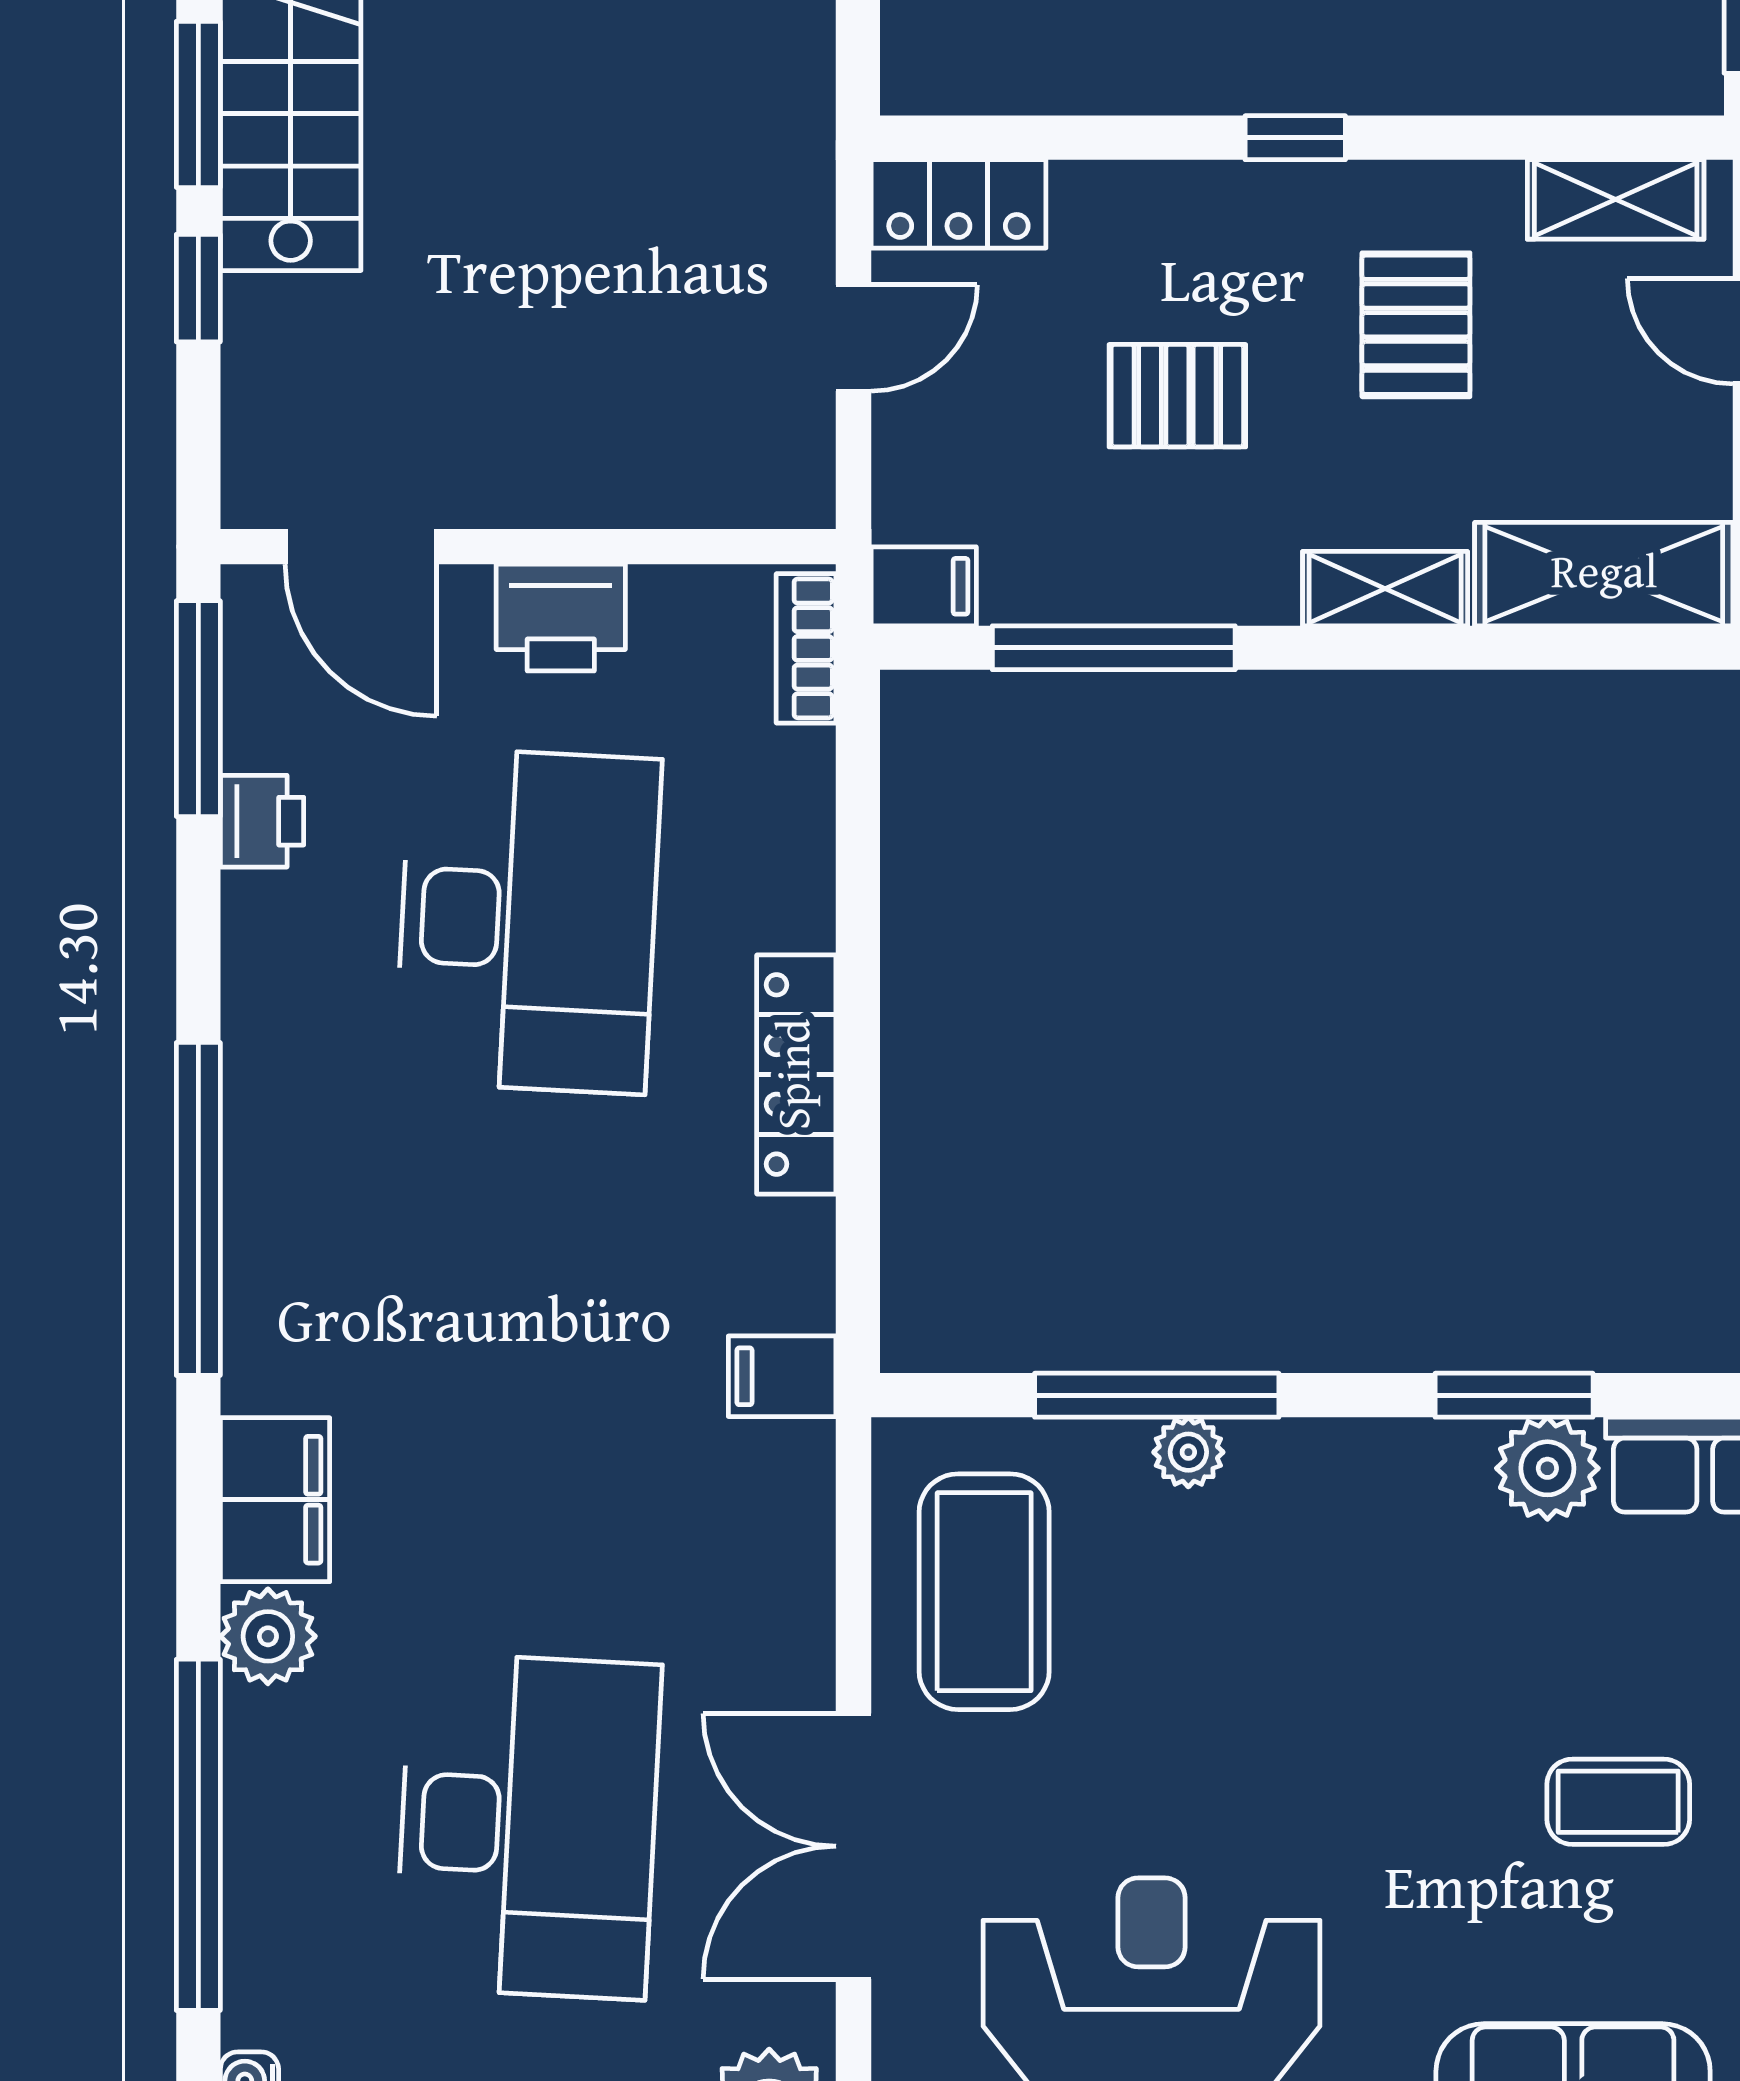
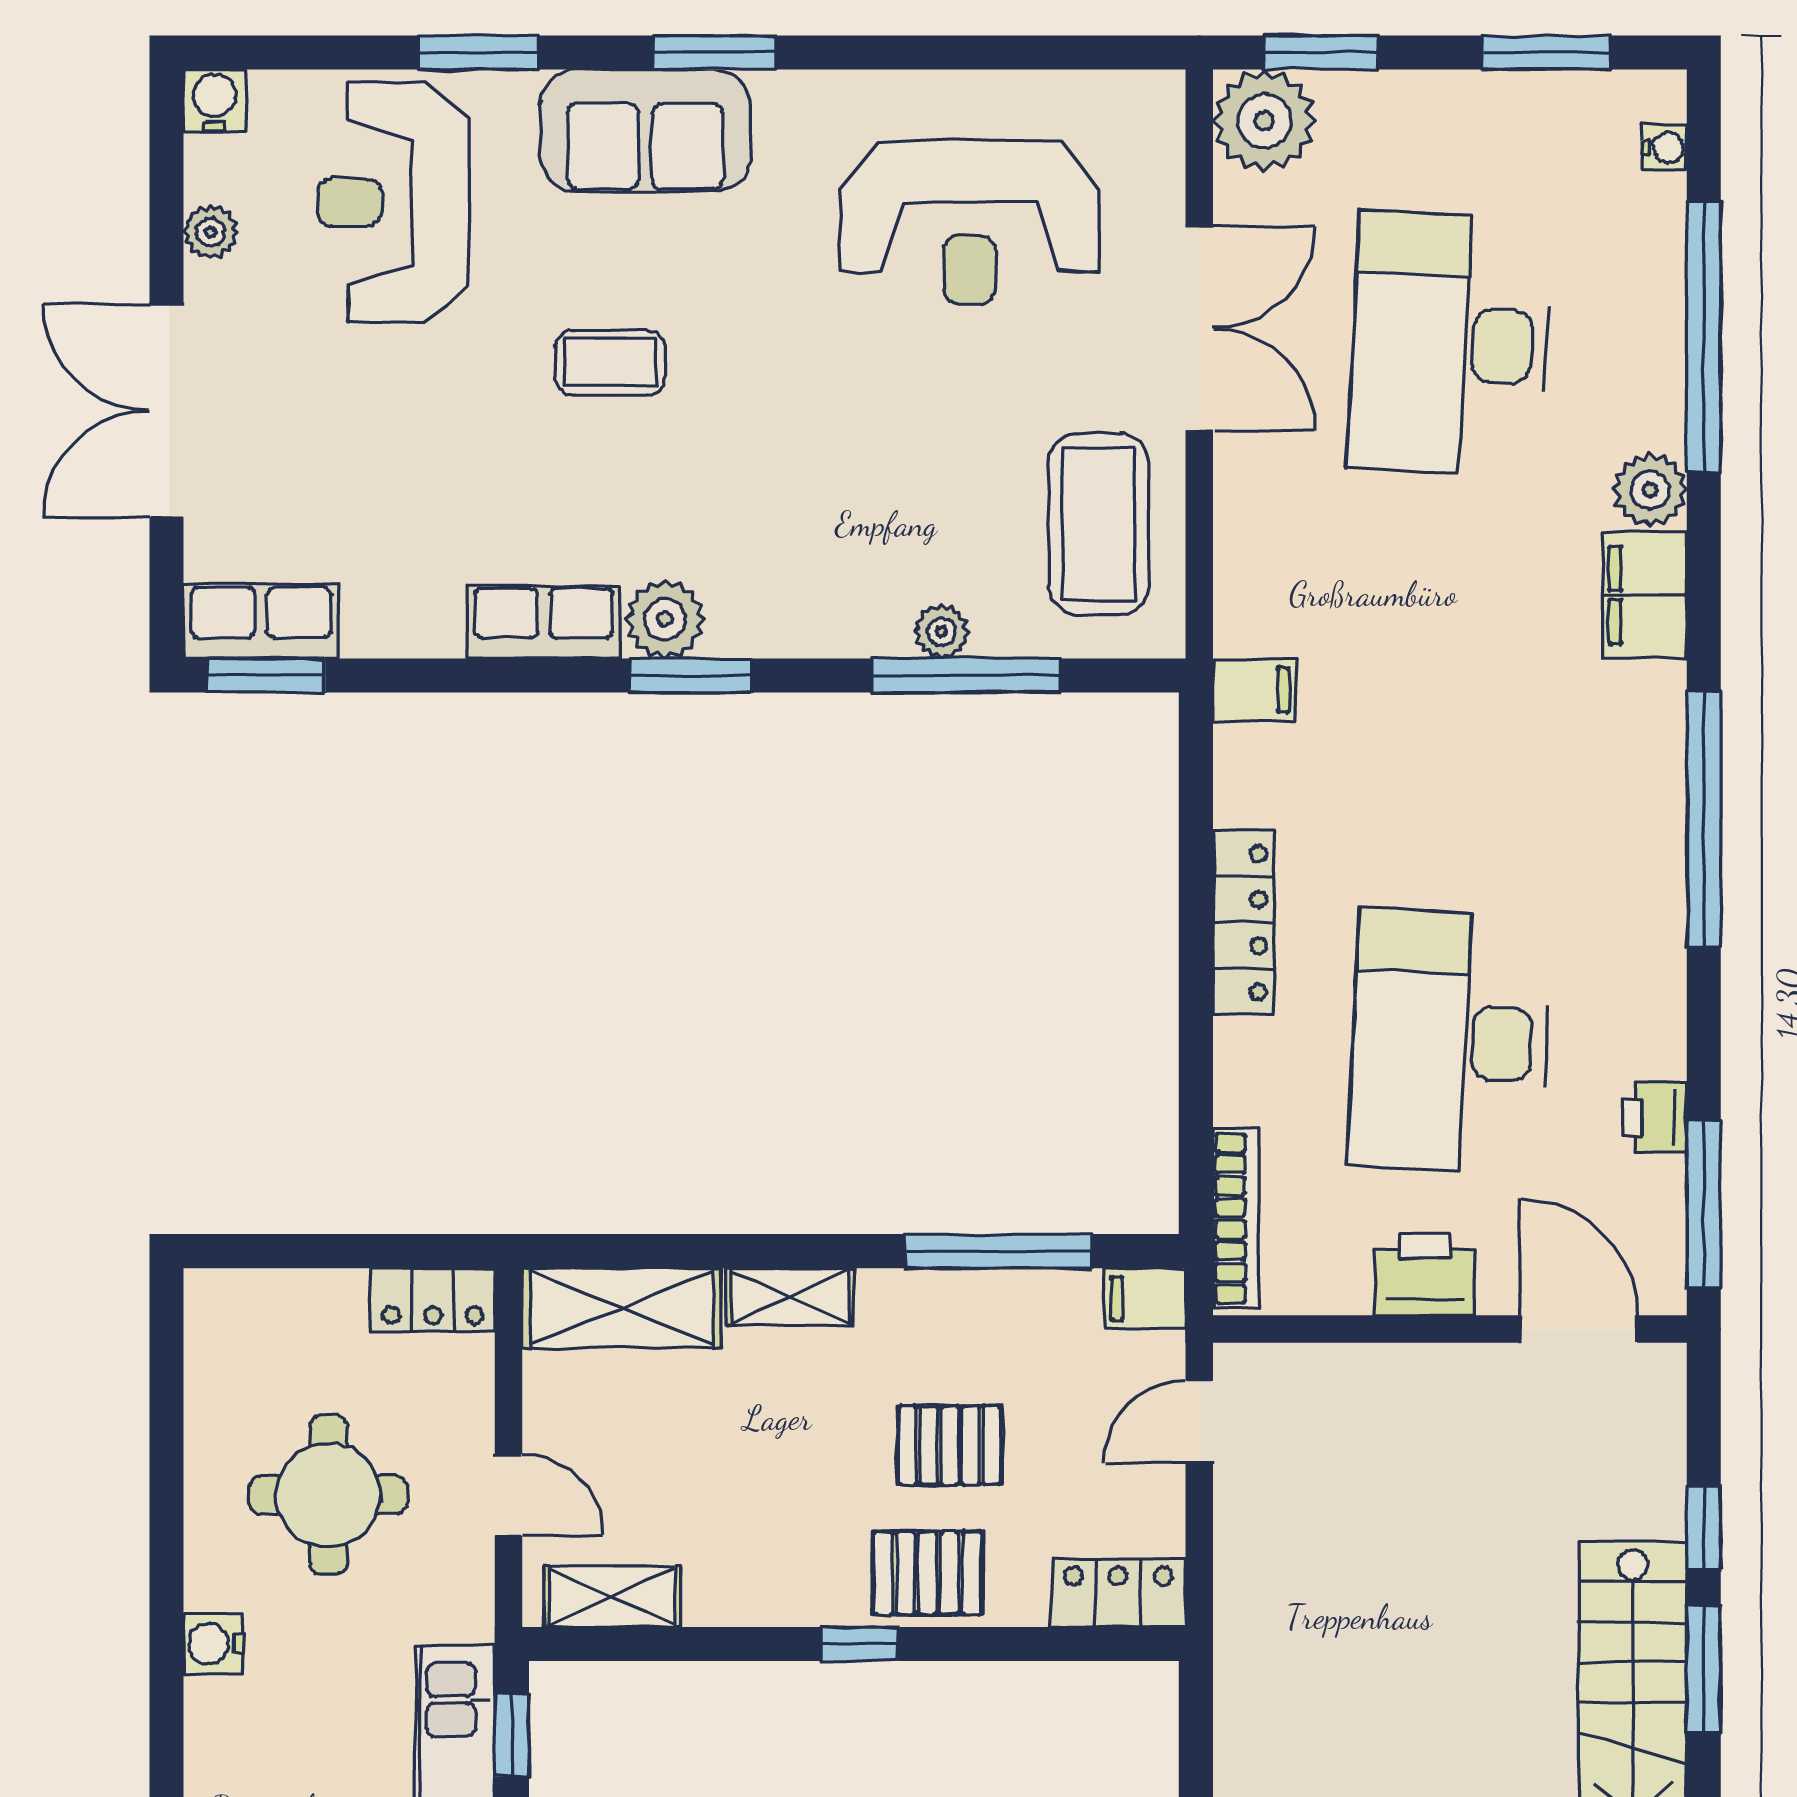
pallet: (1416, 325) -> (927, 1573), moved, turned 90
door: (853, 338) -> (1199, 1422), moved
bookcase: (806, 648) -> (1236, 1218), width x1.56

